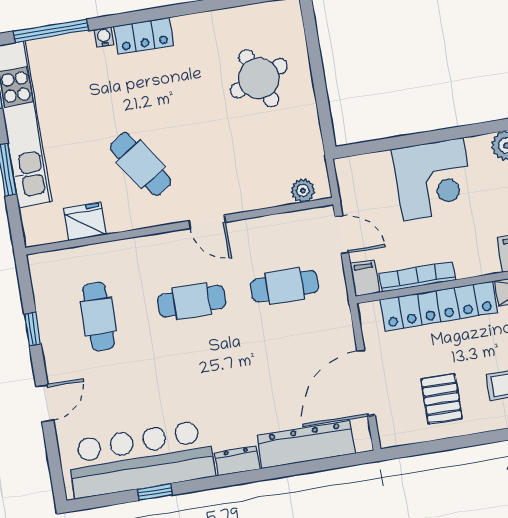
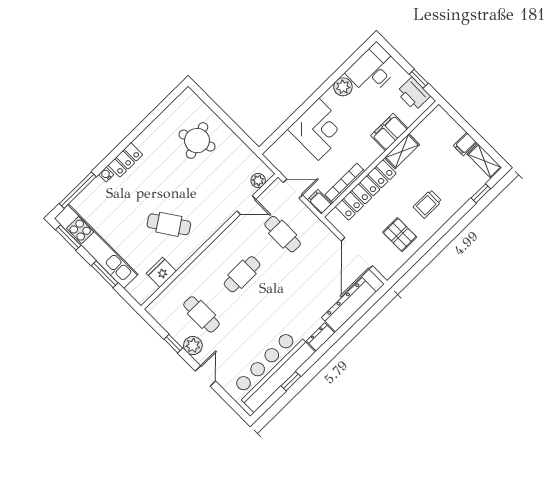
door: (207, 222) -> (246, 205), moved
cafe table: (285, 286) -> (283, 234), turned 90
plant: (57, 350) -> (193, 346), added

